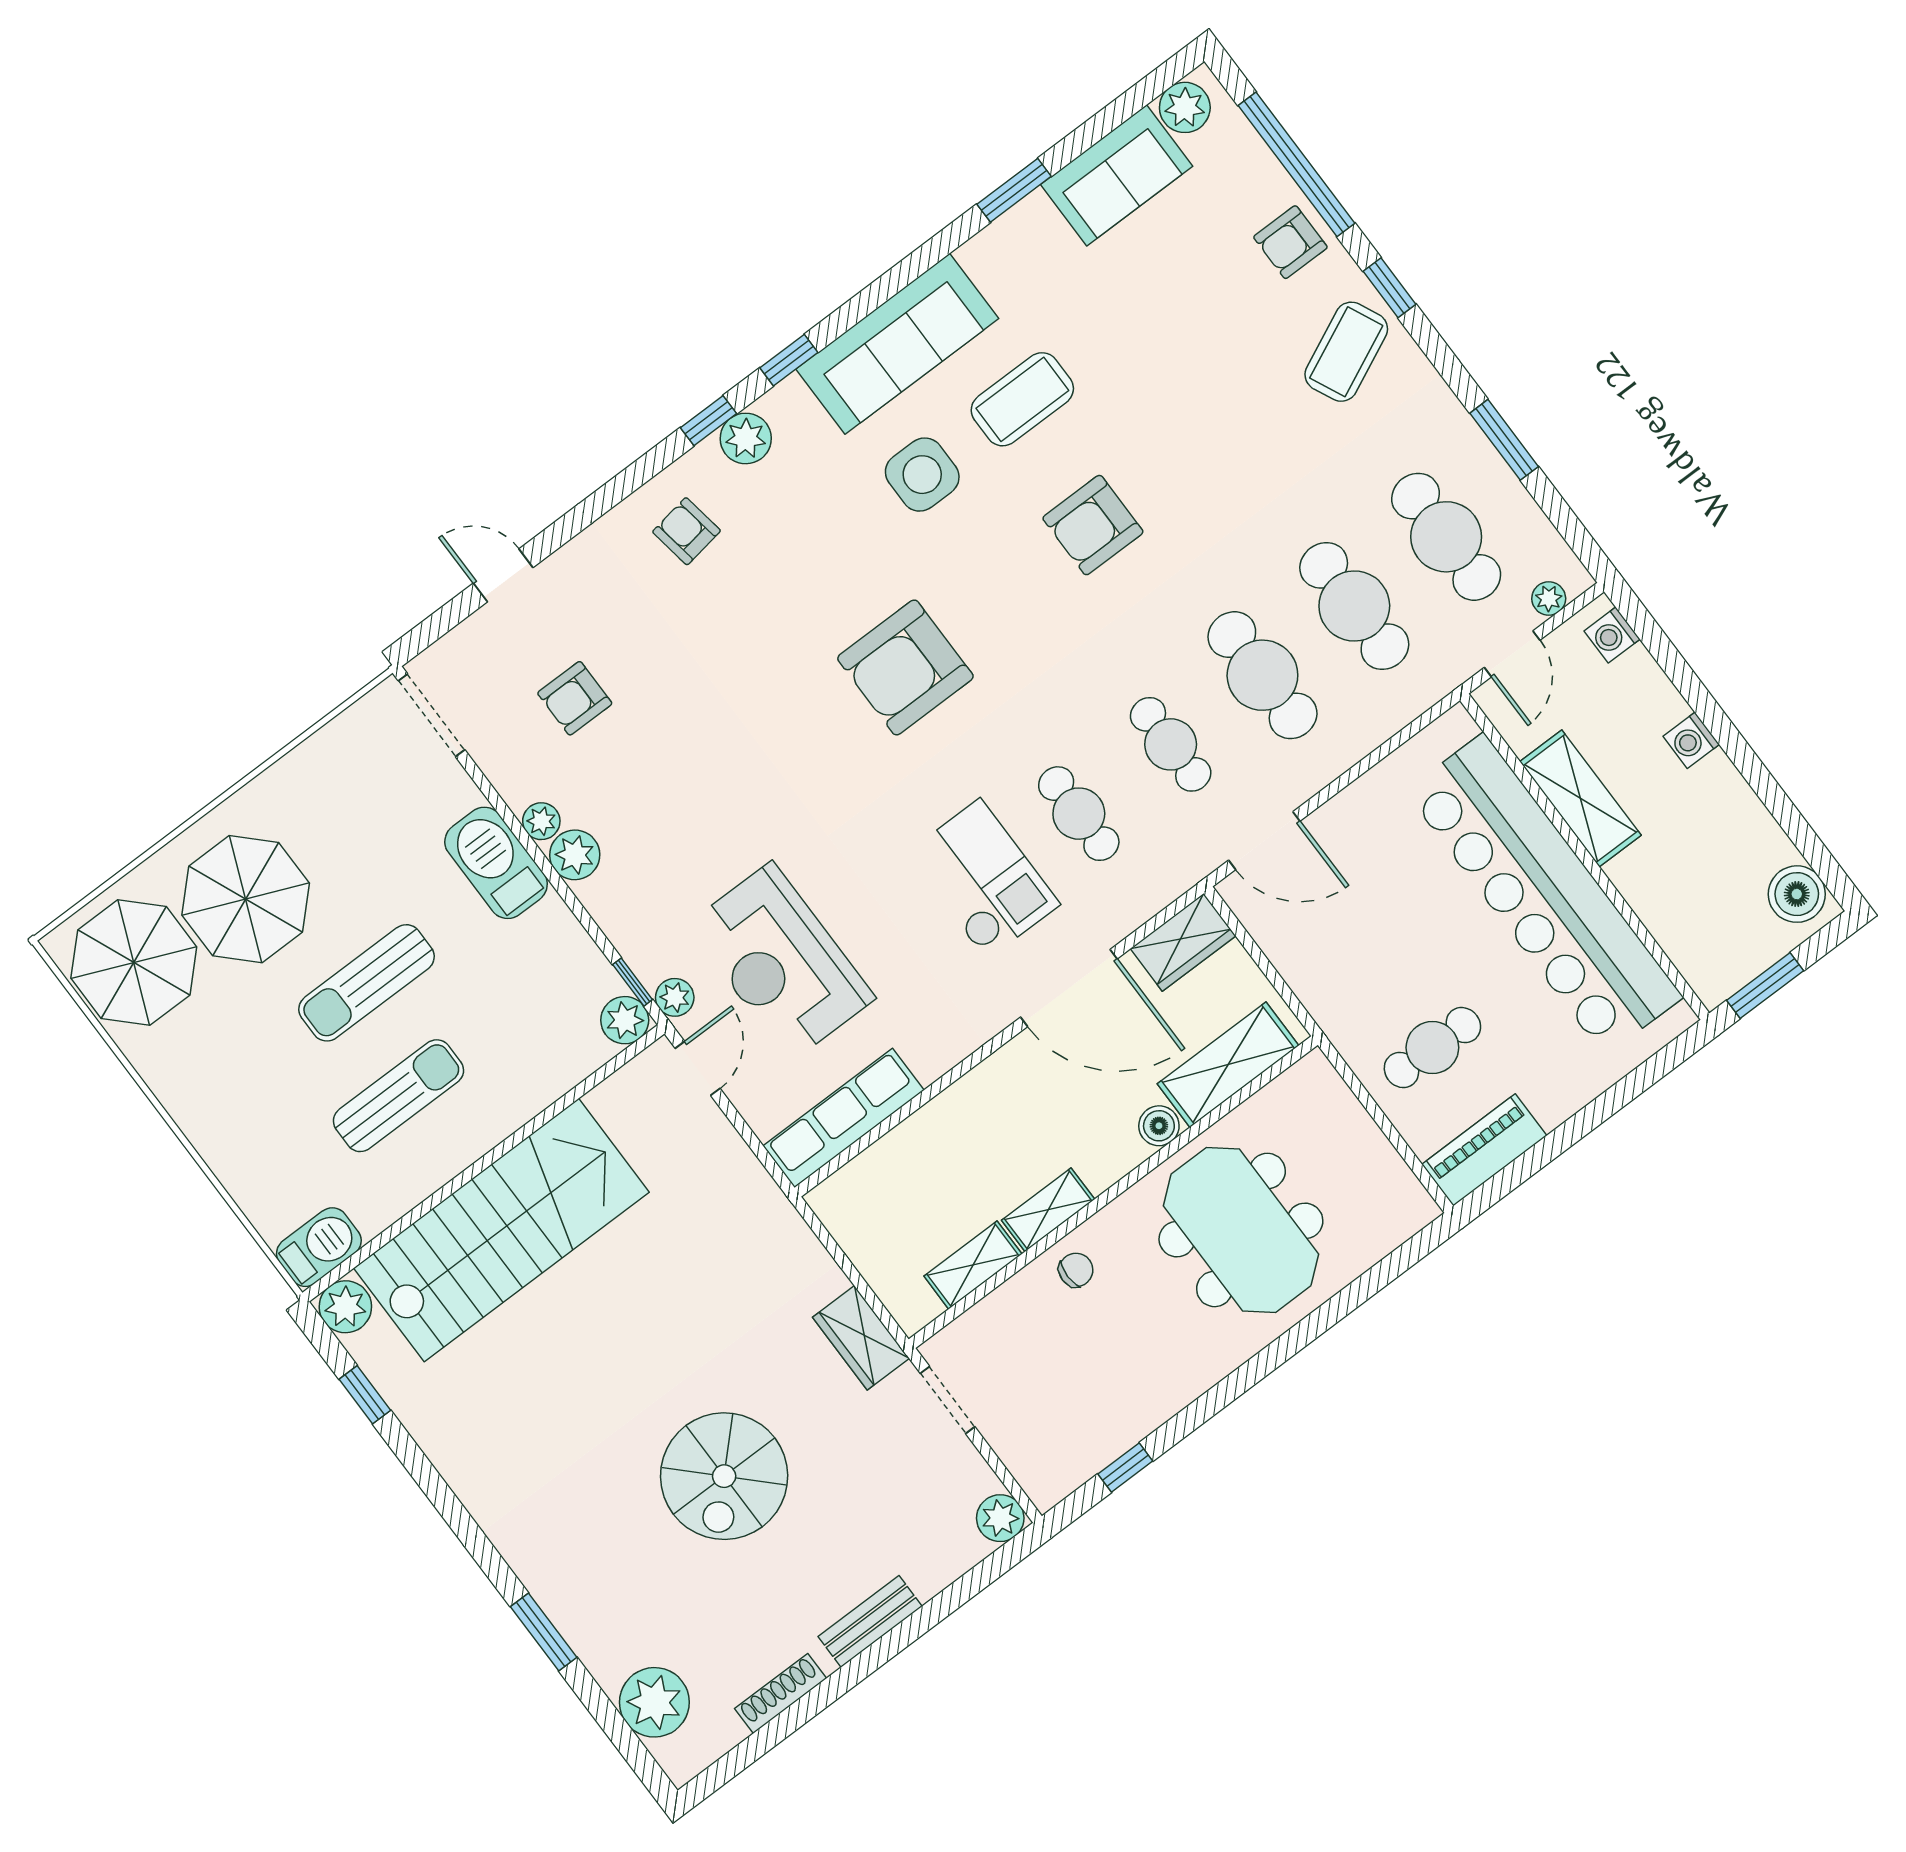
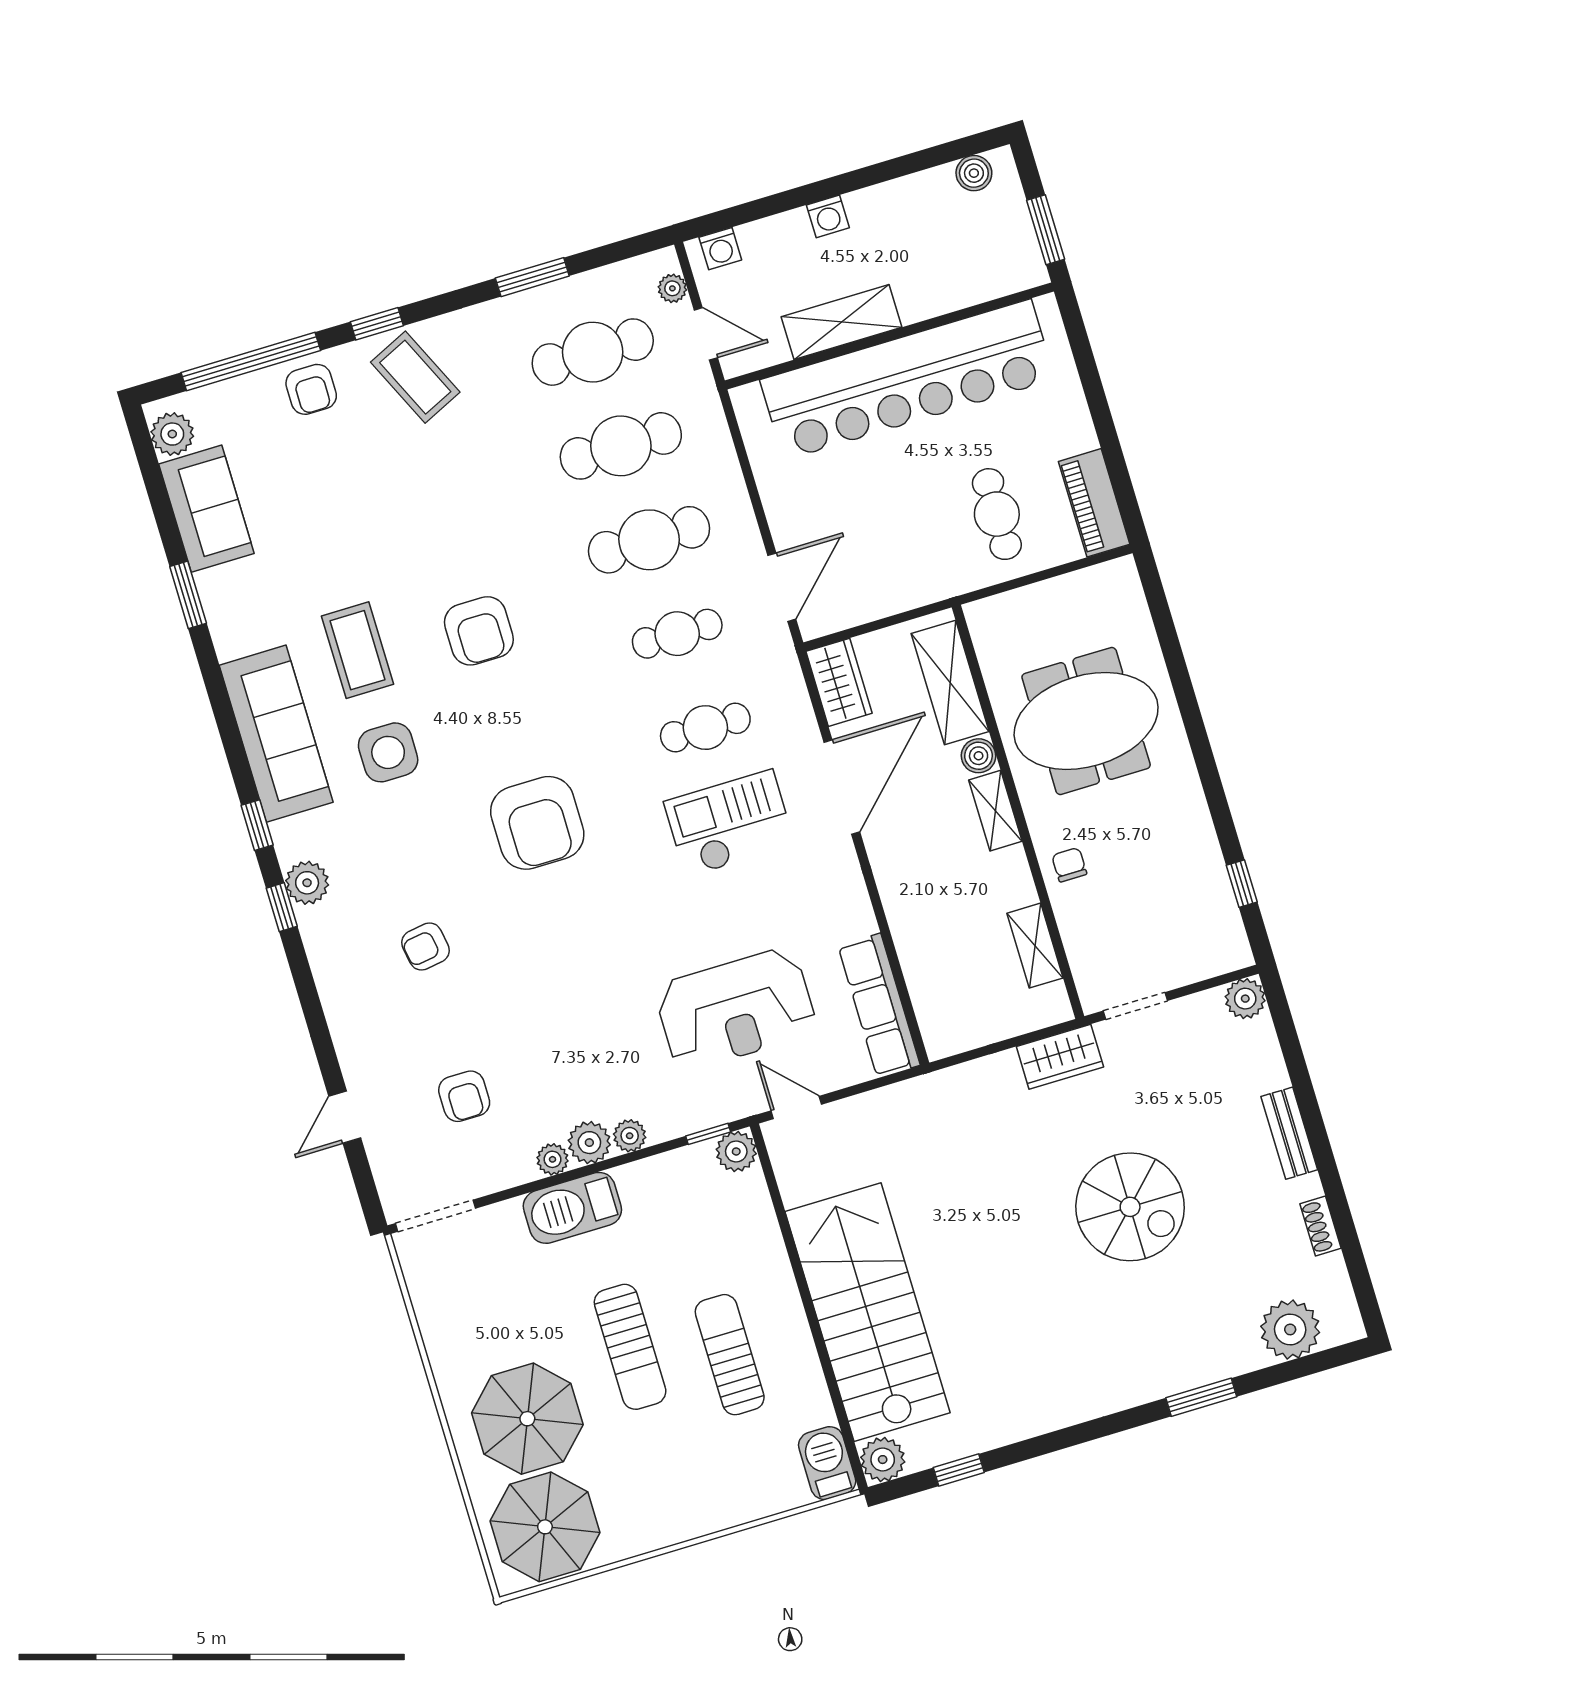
armchair: (686, 531) -> (425, 946), moved
boiler: (1797, 894) -> (974, 173), width x0.73, depth x0.73
plant: (675, 997) -> (630, 1136), moved
shelving: (1048, 1210) -> (995, 811), moved
shoe rack: (781, 1694) -> (1321, 1226), width x0.70

